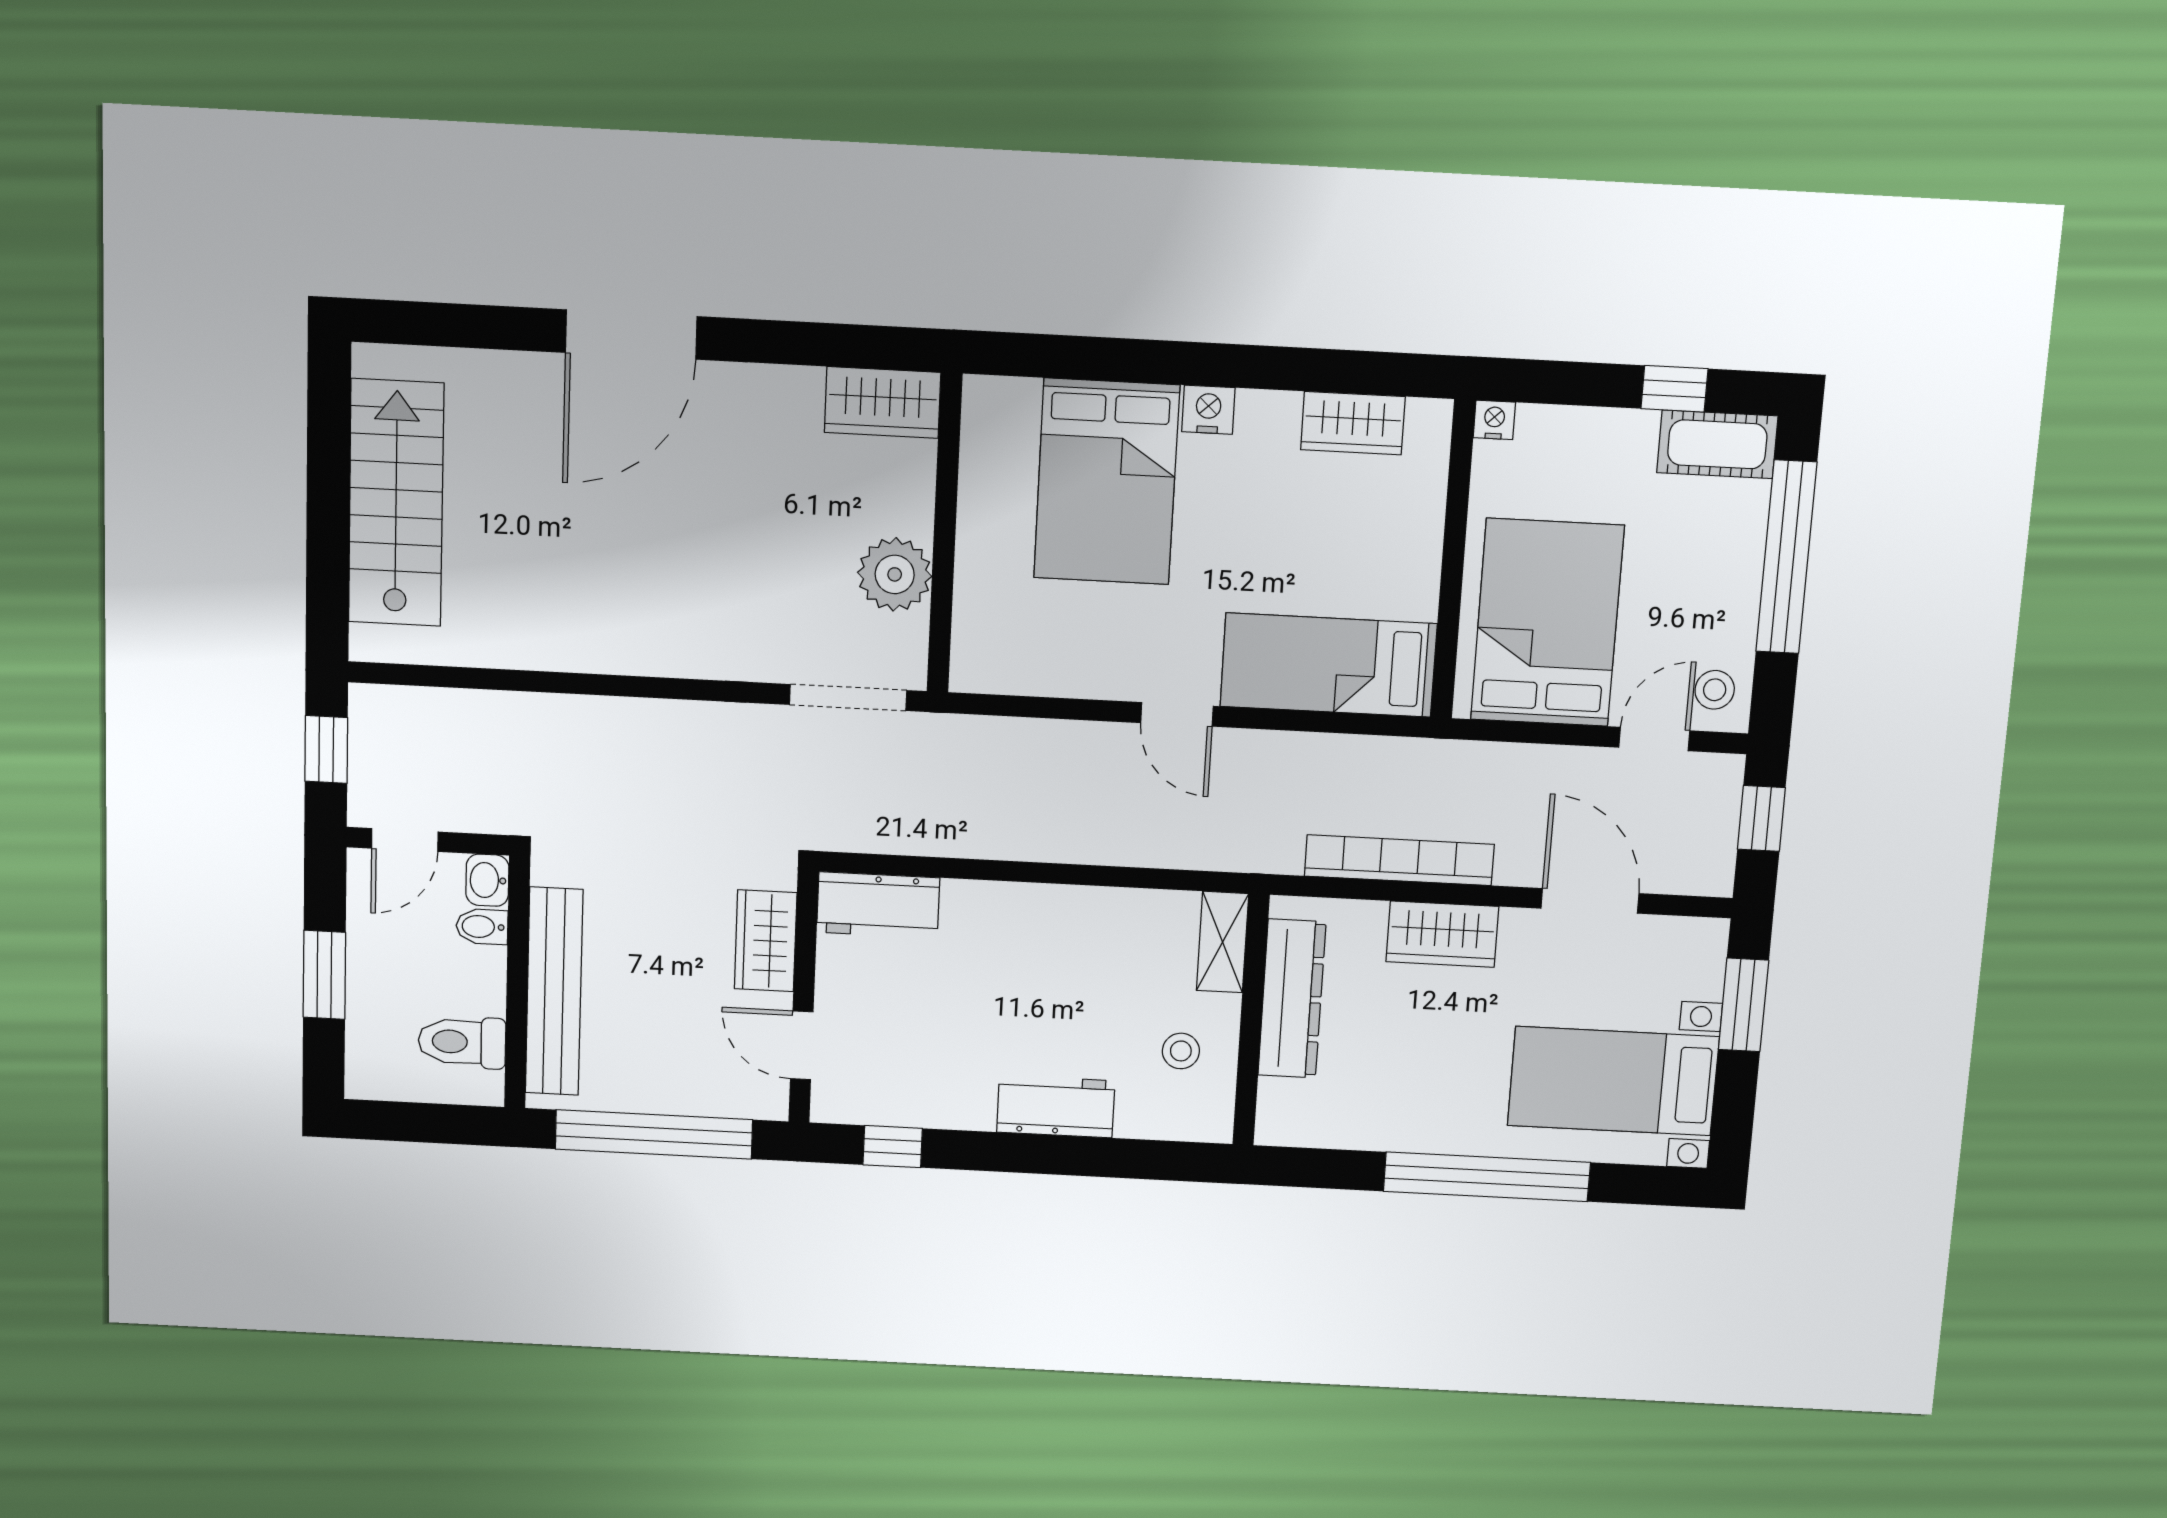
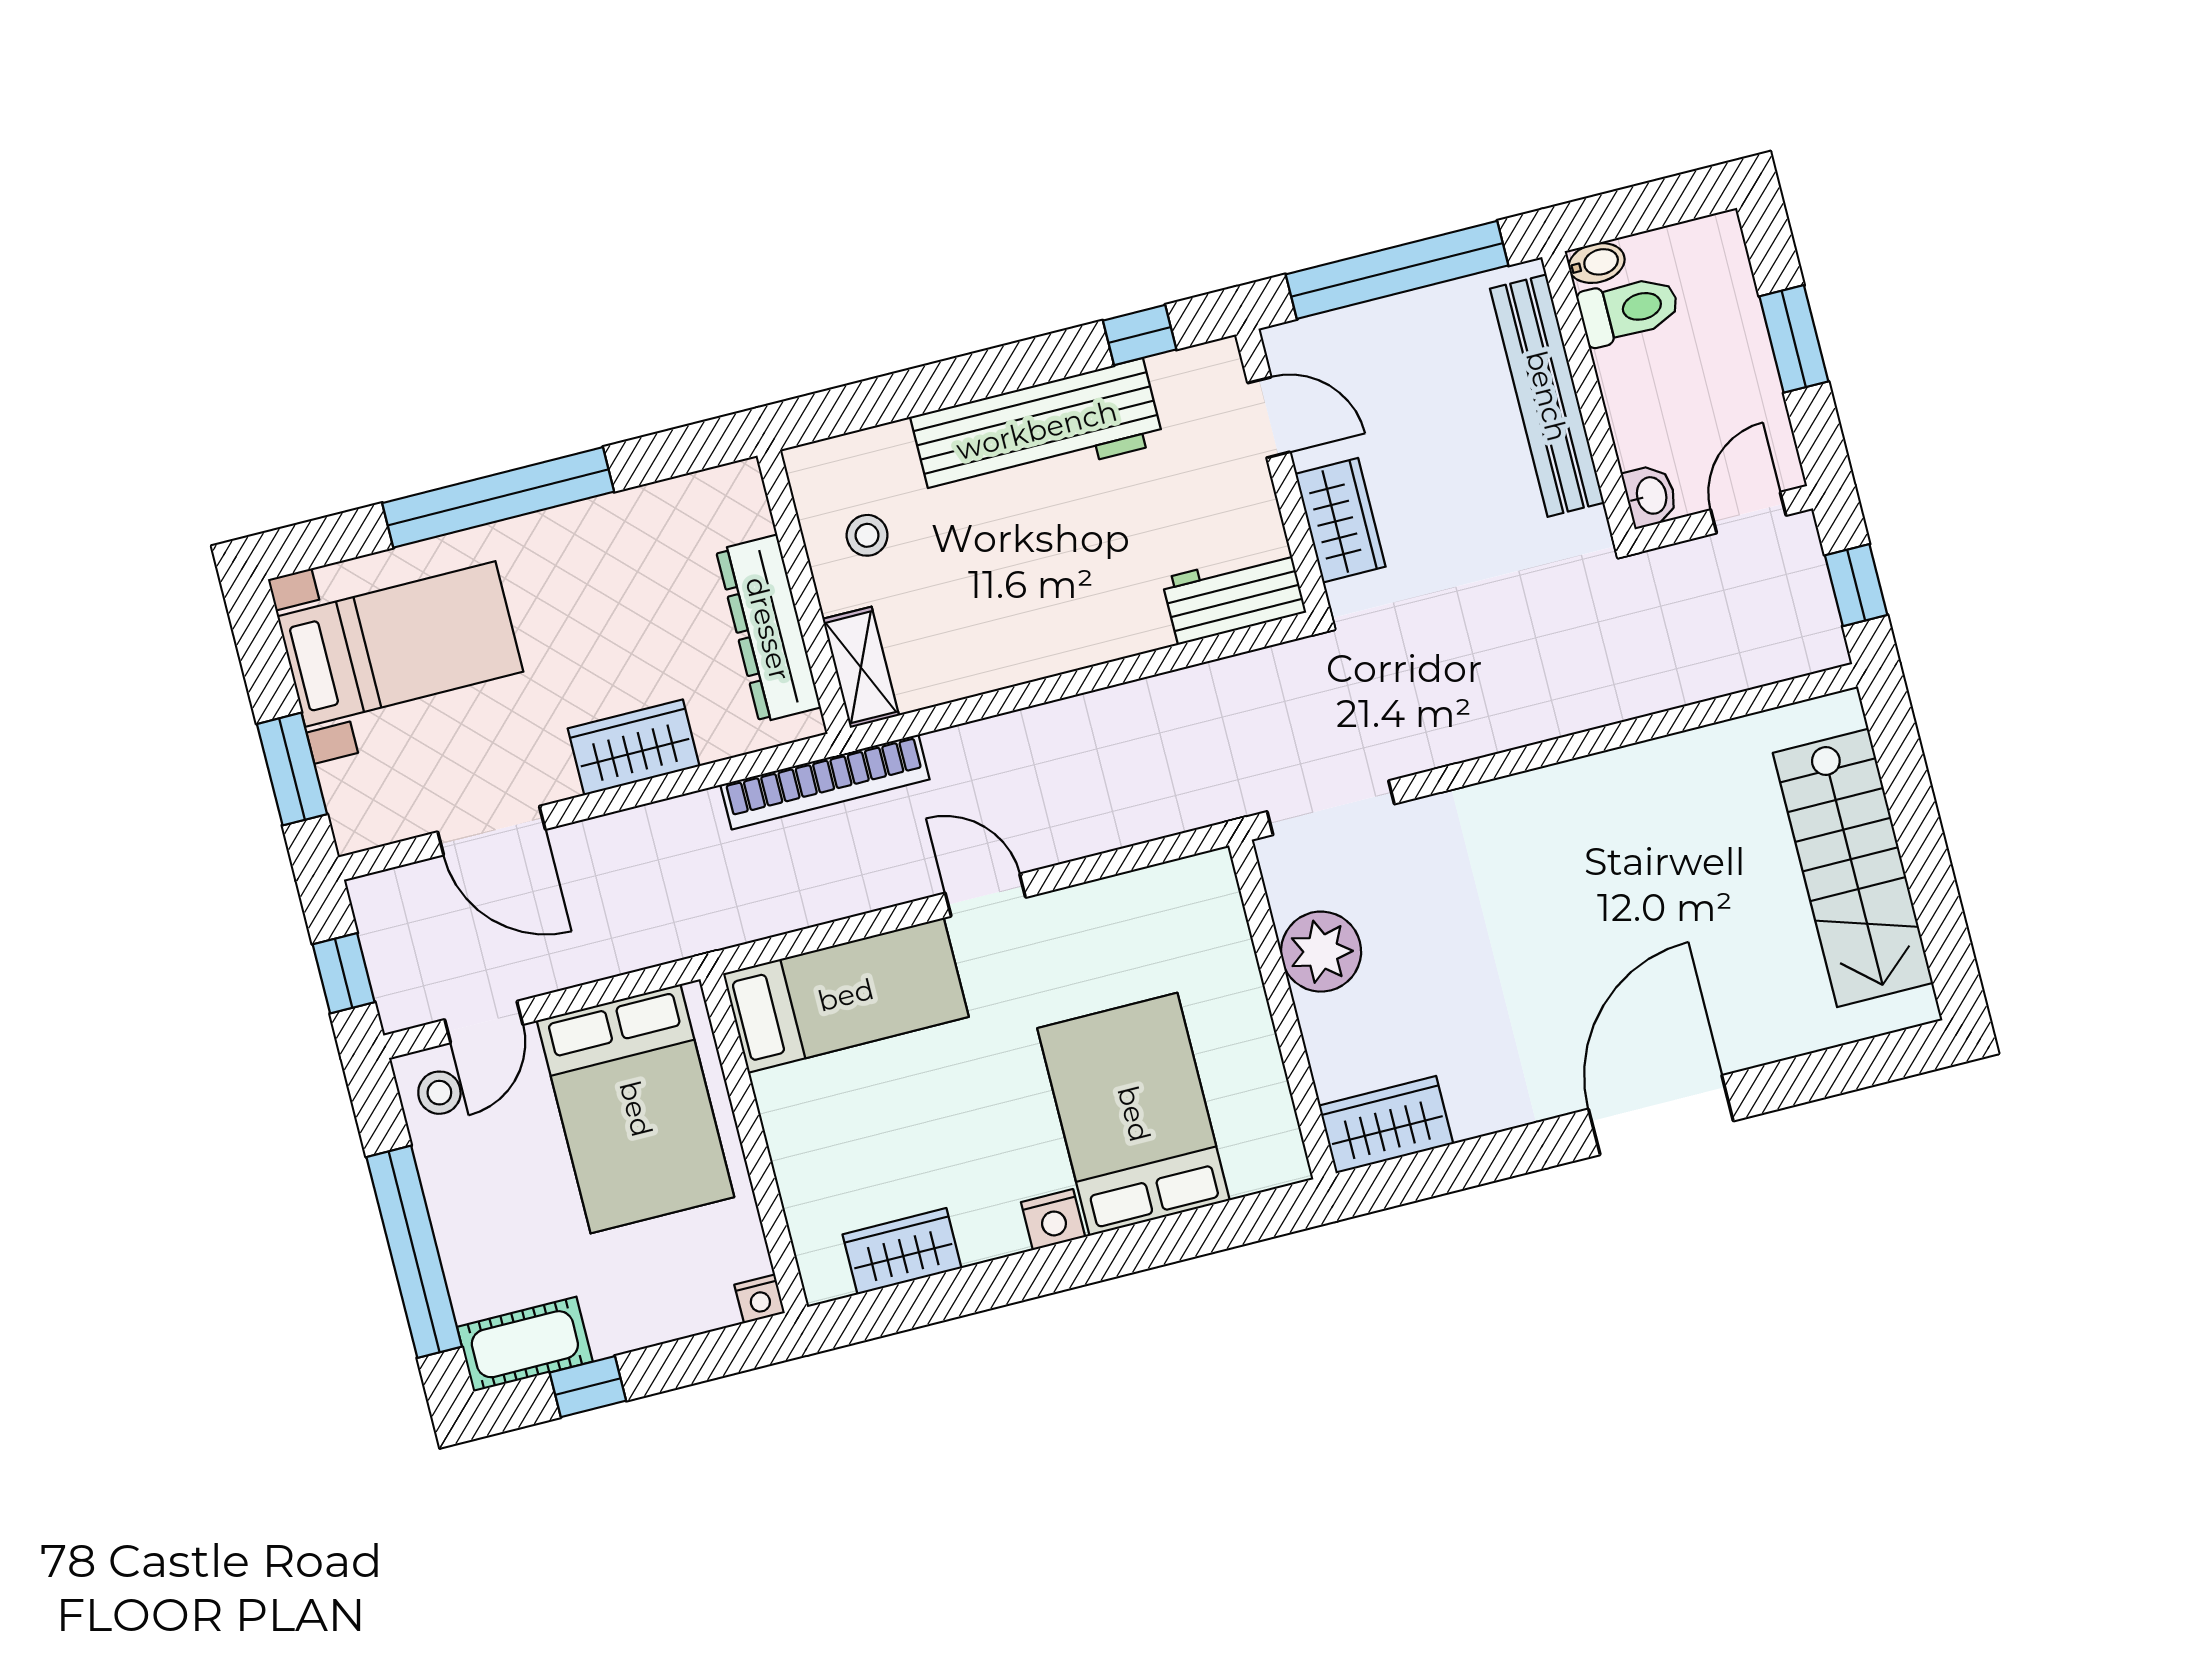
bookcase: (1399, 860) -> (825, 782), moved
bidet: (482, 927) -> (1597, 263), moved
workbench: (1056, 1106) -> (1037, 430), width x1.88, depth x1.32

